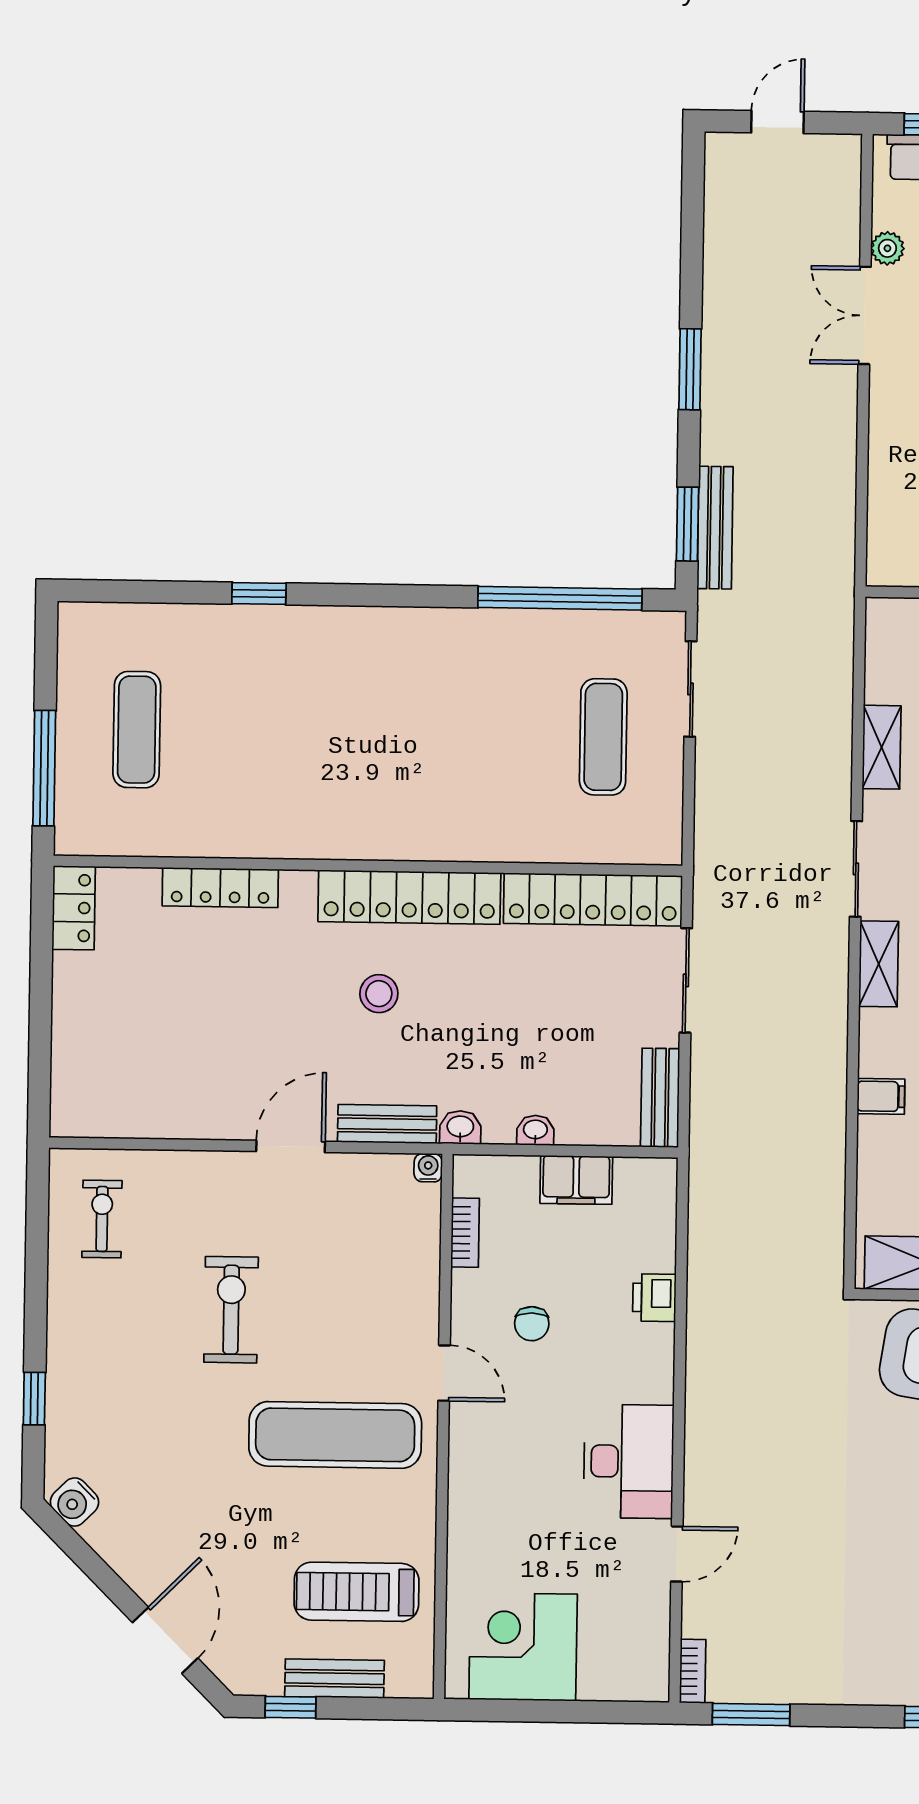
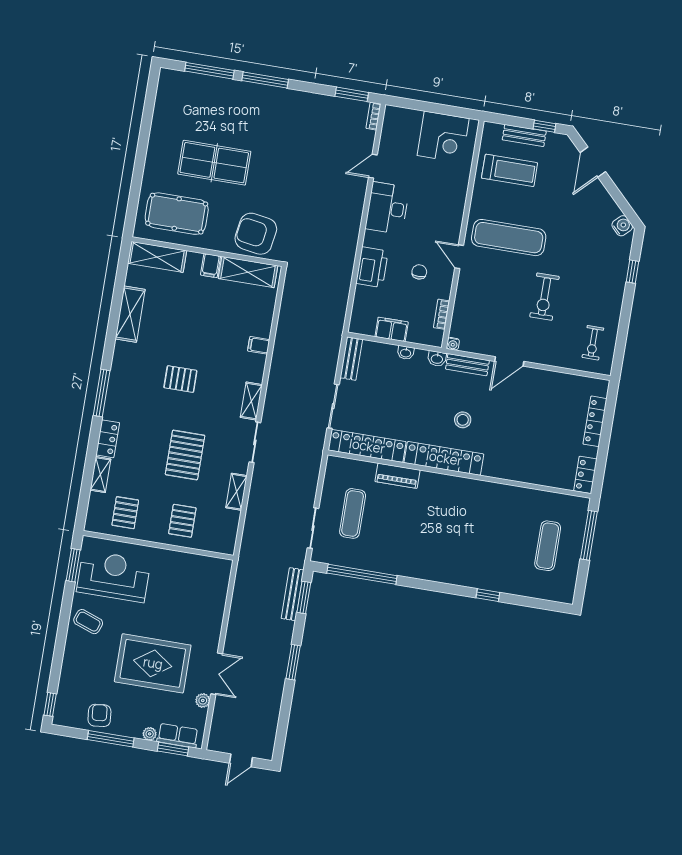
piano: (511, 840) -> (397, 476), added
locker: (220, 888) -> (595, 421), moved, turned -90
printer: (654, 1298) -> (372, 267), width x1.87, depth x1.48

